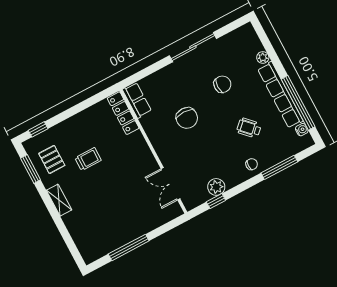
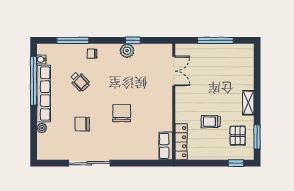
row of seats: (137, 100) -> (166, 146), moved
locker: (123, 113) -> (181, 142), moved
wall: (153, 151) -> (174, 102), moved
double door: (170, 184) -> (174, 71), moved

